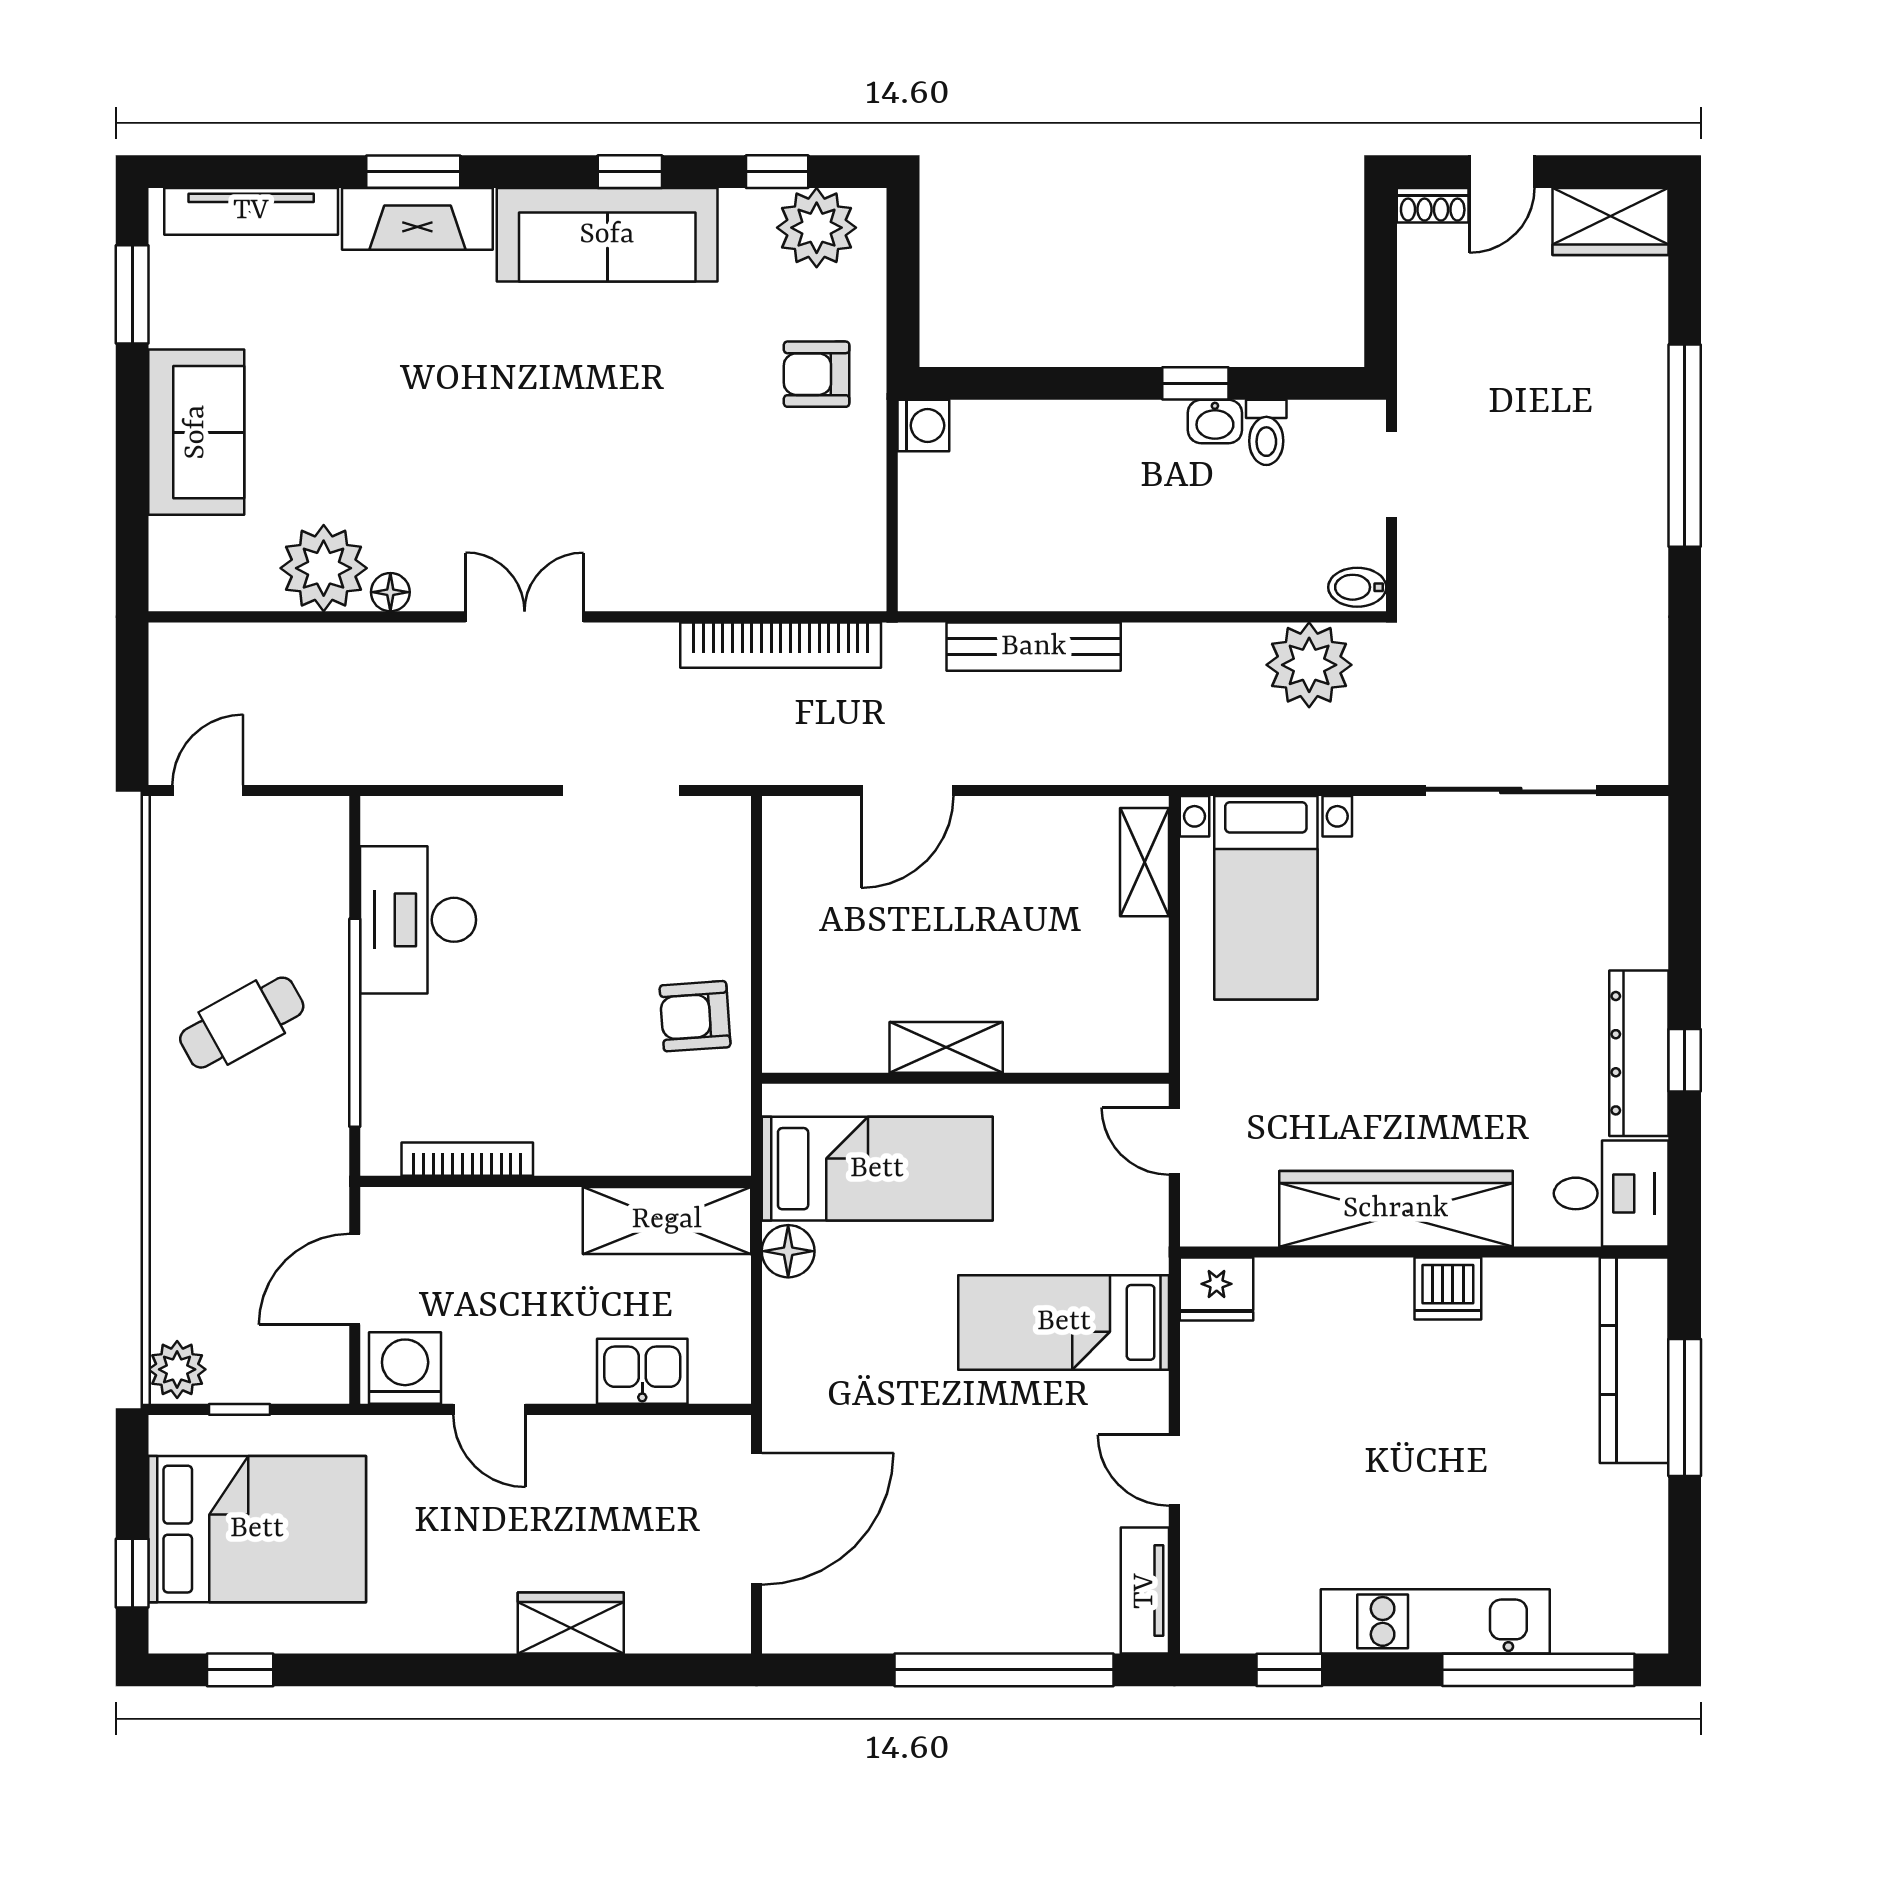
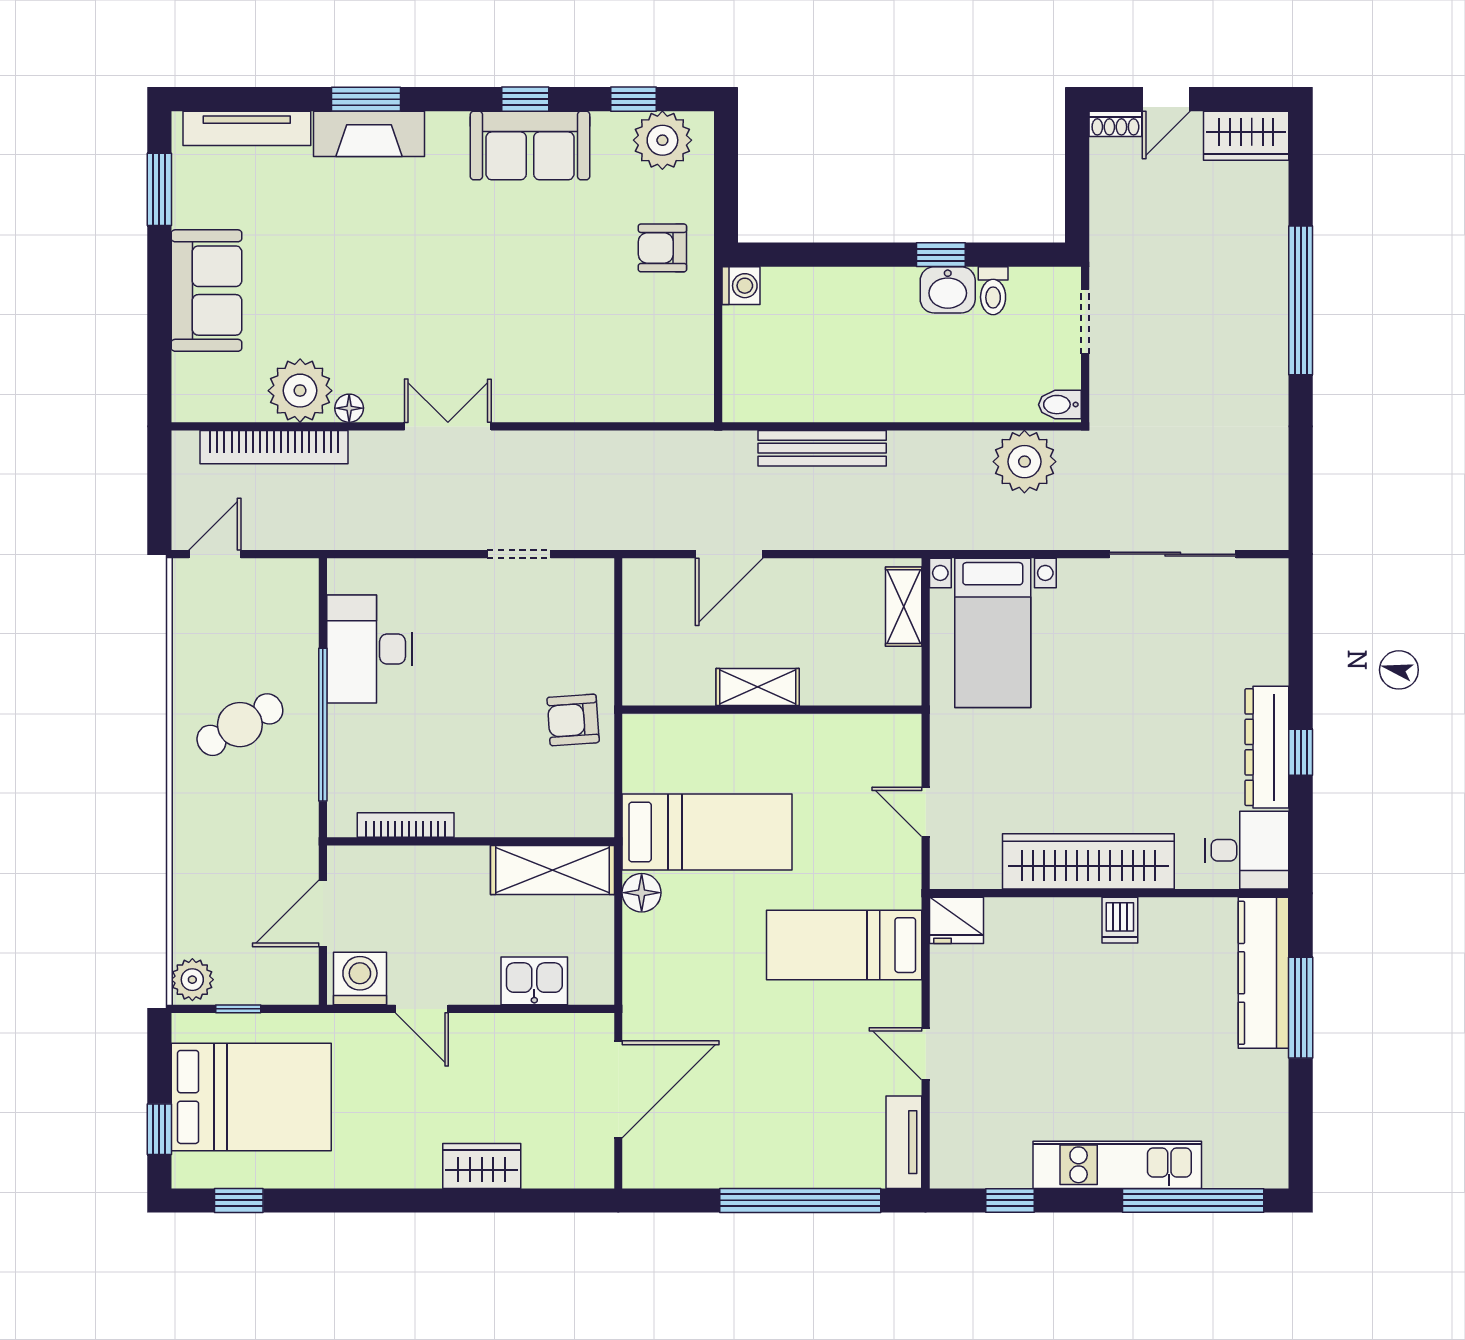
sofa: (607, 235) -> (530, 145), width x0.73
washbasin: (1215, 421) -> (948, 290), width x1.38, depth x1.45
bookcase: (781, 645) -> (274, 447), moved
doorway: (621, 791) -> (519, 554), width x0.73
shelving: (946, 1047) -> (758, 687), moved
wall: (965, 1078) -> (772, 710), moved
dishwasher: (1448, 1289) -> (1120, 920), width x0.73

